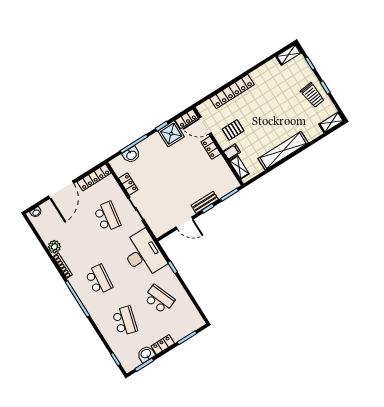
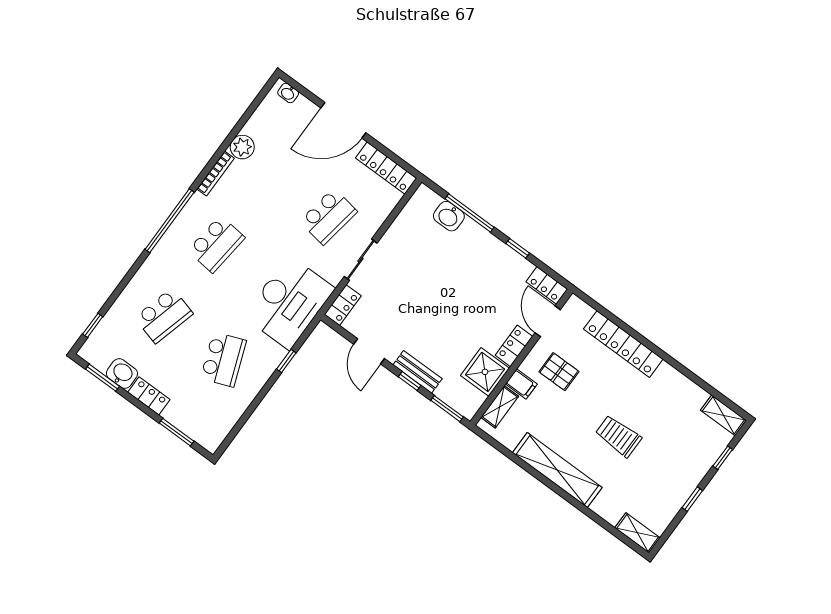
trolley: (312, 95) -> (618, 436), moved, turned 97
shower: (171, 134) -> (485, 372), moved
locker: (128, 184) -> (343, 305), moved

